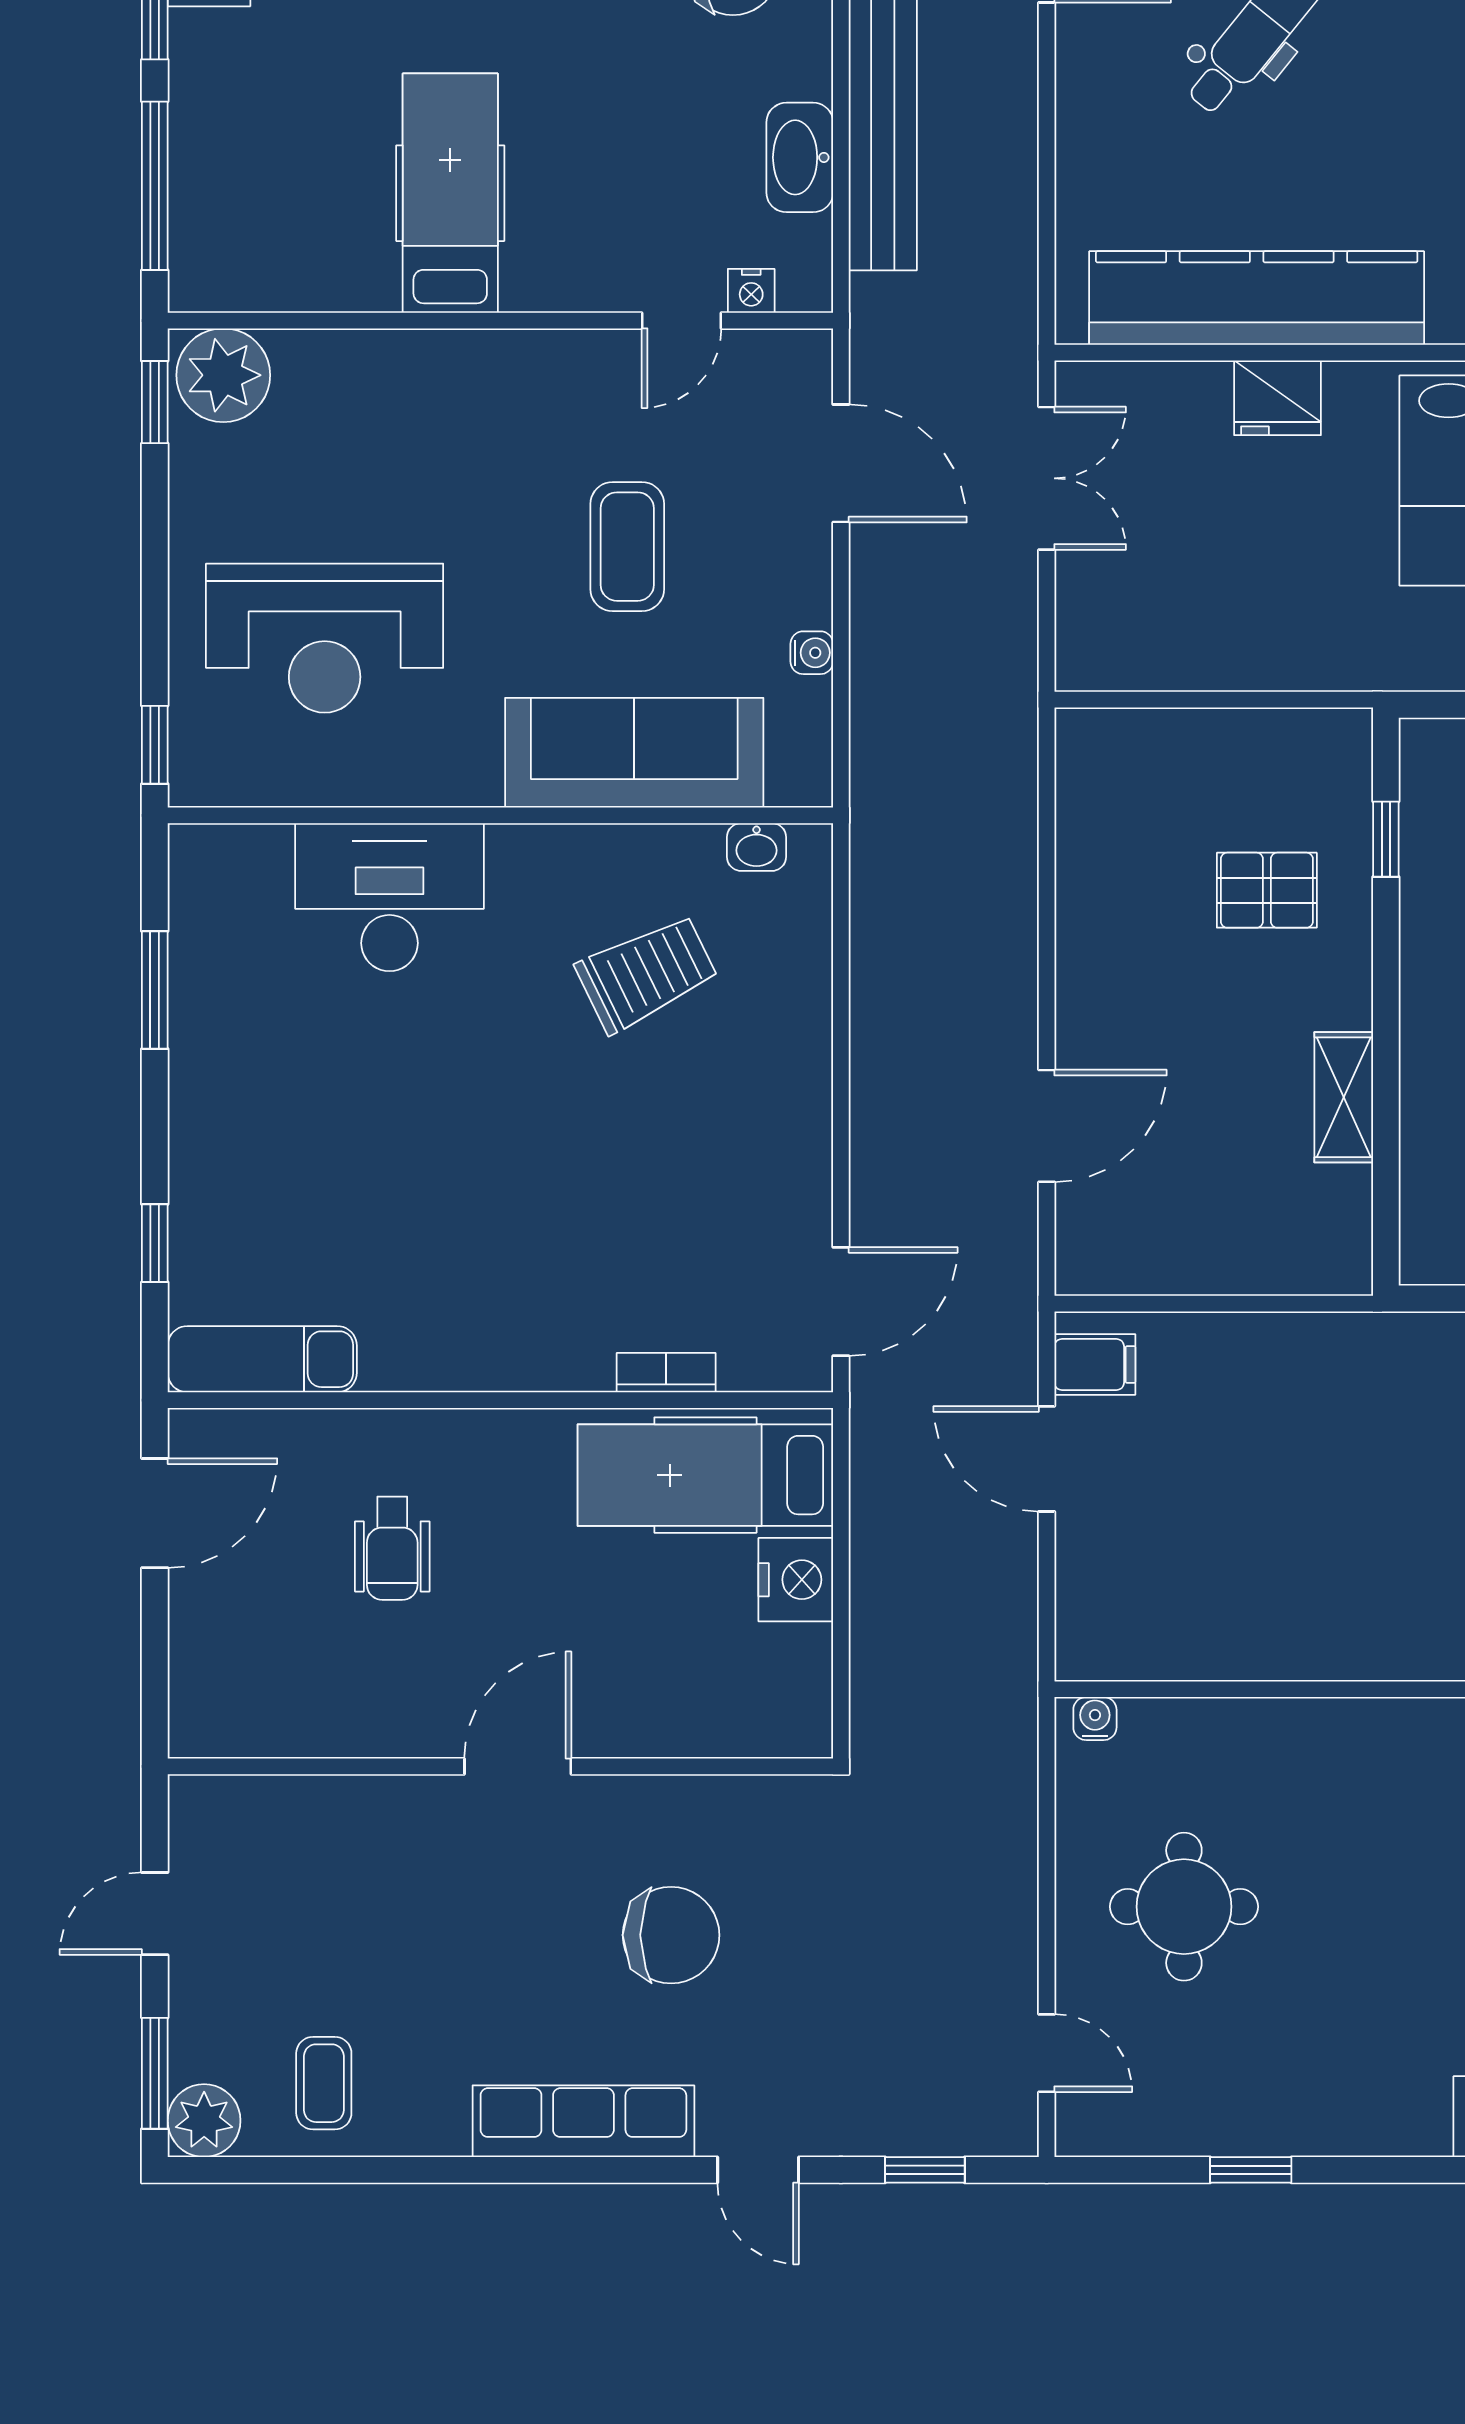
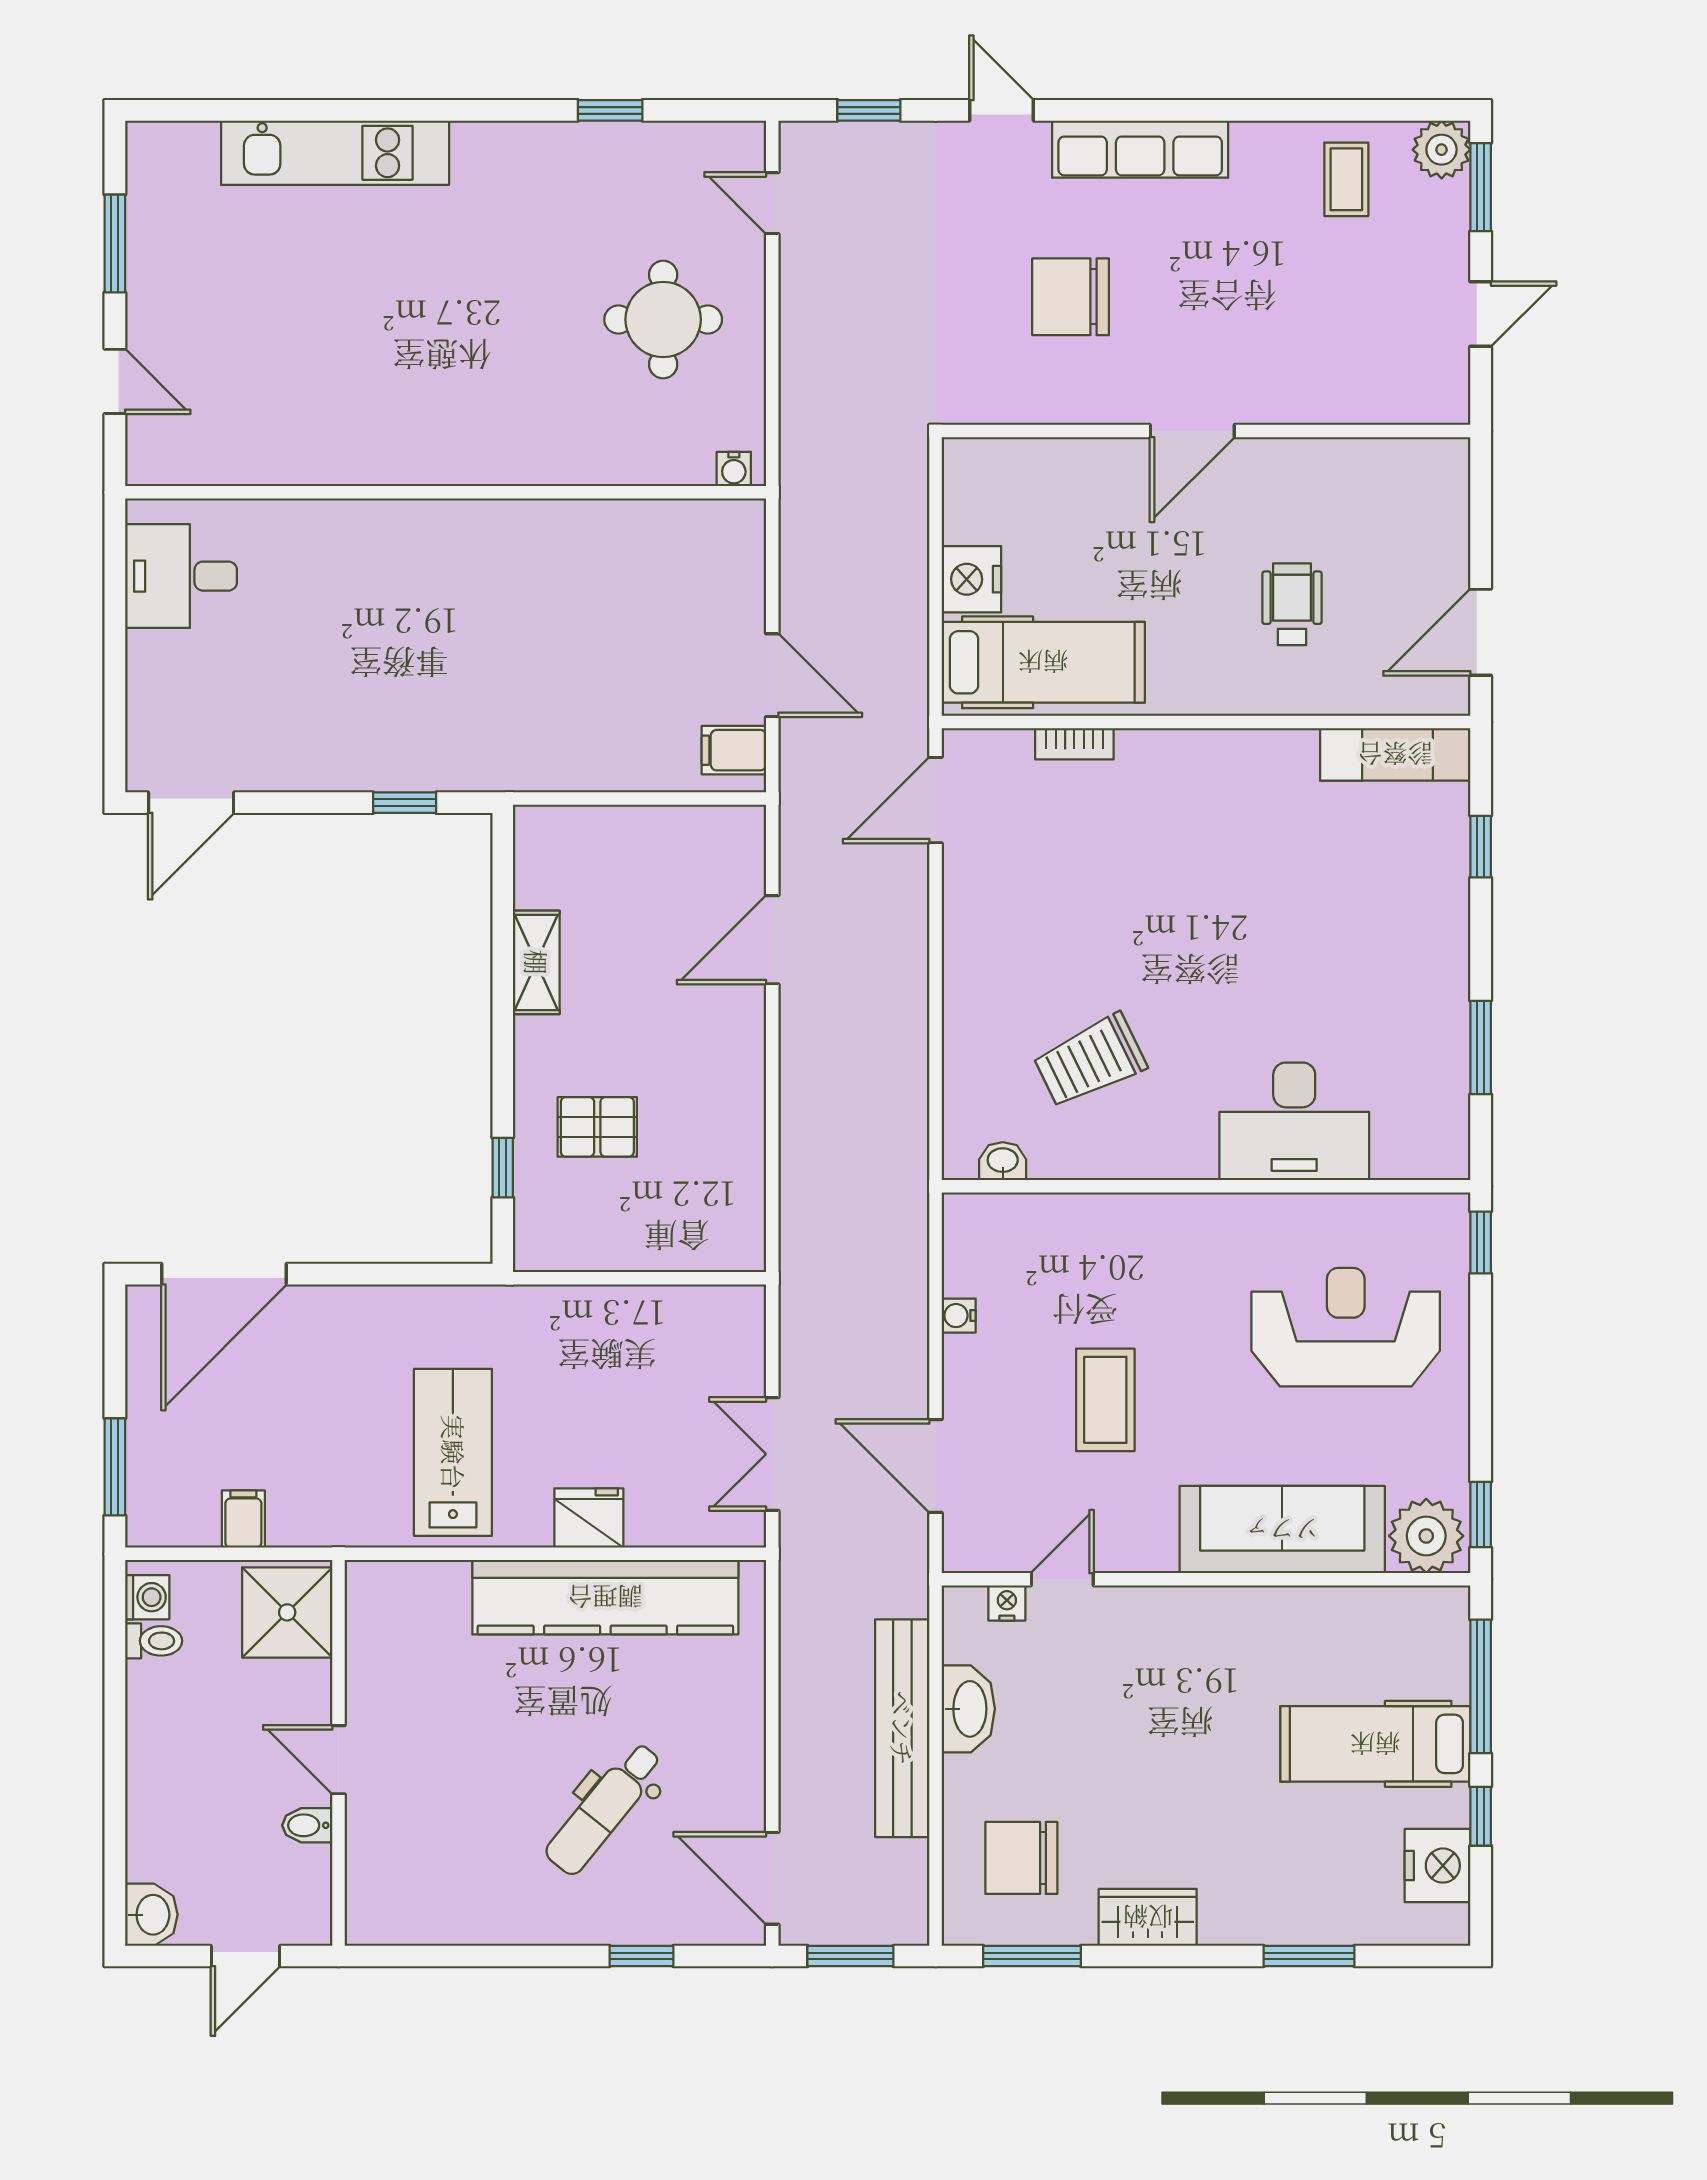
hospital bed: (450, 193) -> (1375, 1744), moved, turned 90
sofa: (634, 753) -> (1282, 1530), moved, turned 180

